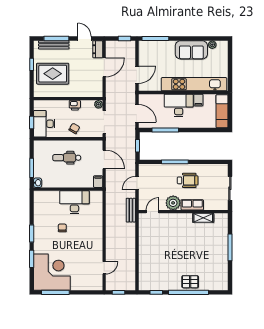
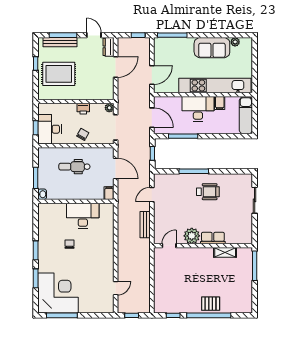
plant: (173, 203) -> (192, 236), moved
row of seats: (192, 205) -> (213, 238), moved
door: (153, 212) -> (169, 246), moved
wall: (183, 212) -> (203, 246), moved
shelving: (203, 218) -> (225, 252), moved

